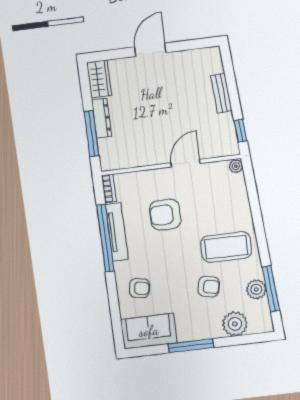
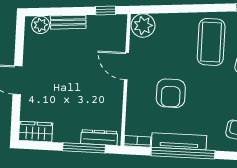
plant: (213, 64) -> (41, 25), added
dresser: (102, 118) -> (99, 138), moved
plant: (236, 166) -> (143, 26), width x1.88, depth x1.88

